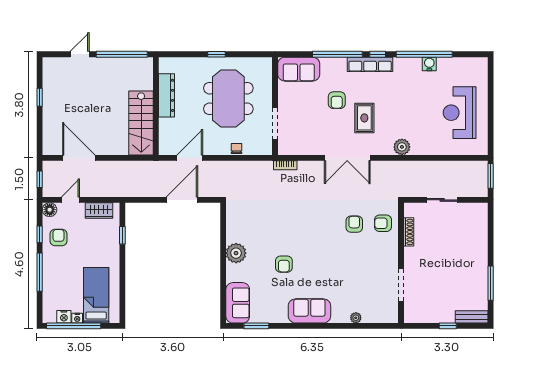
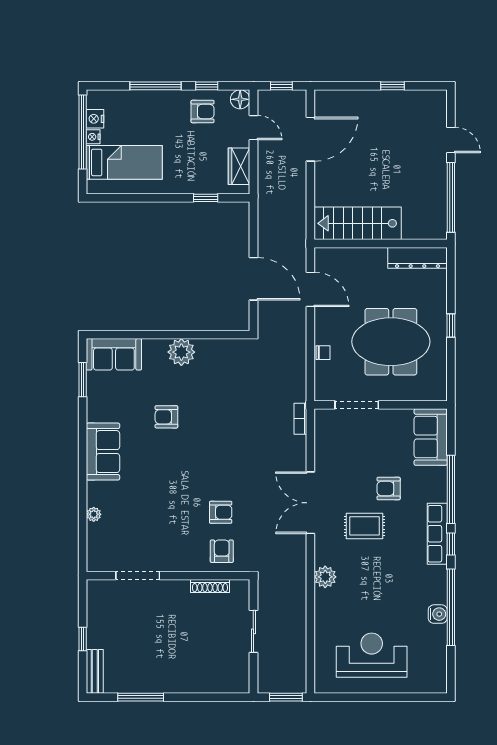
dresser: (167, 95) -> (417, 258), moved

